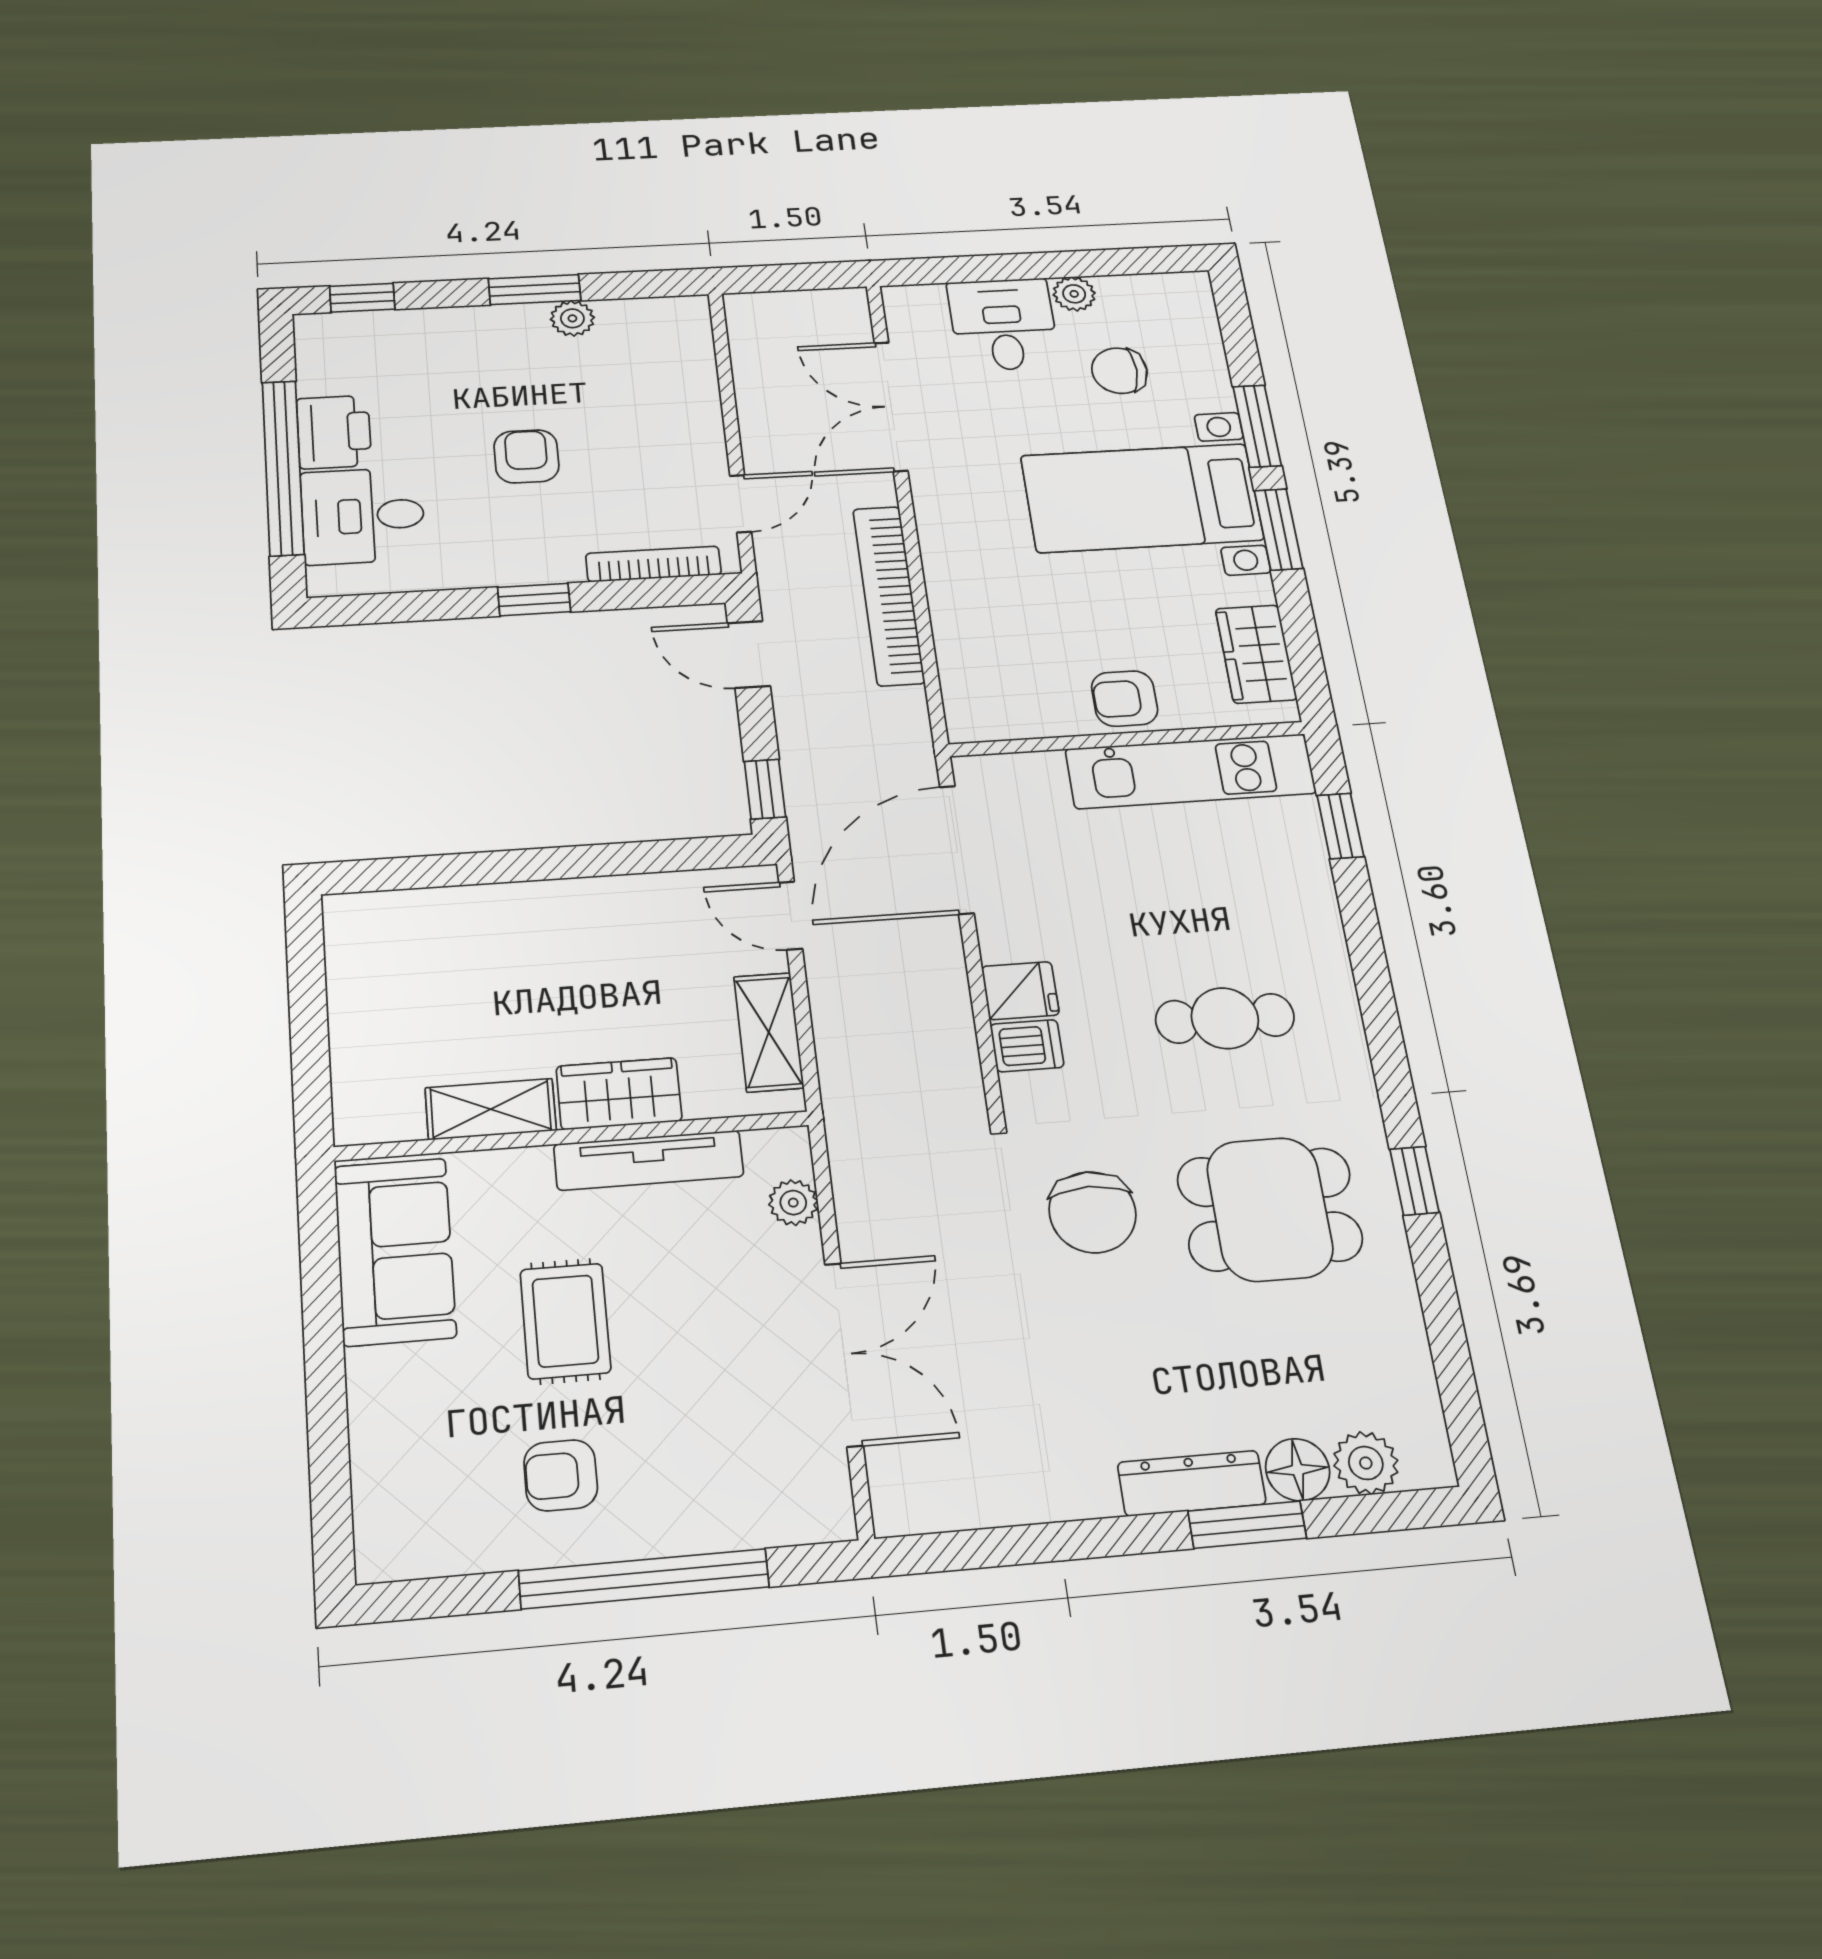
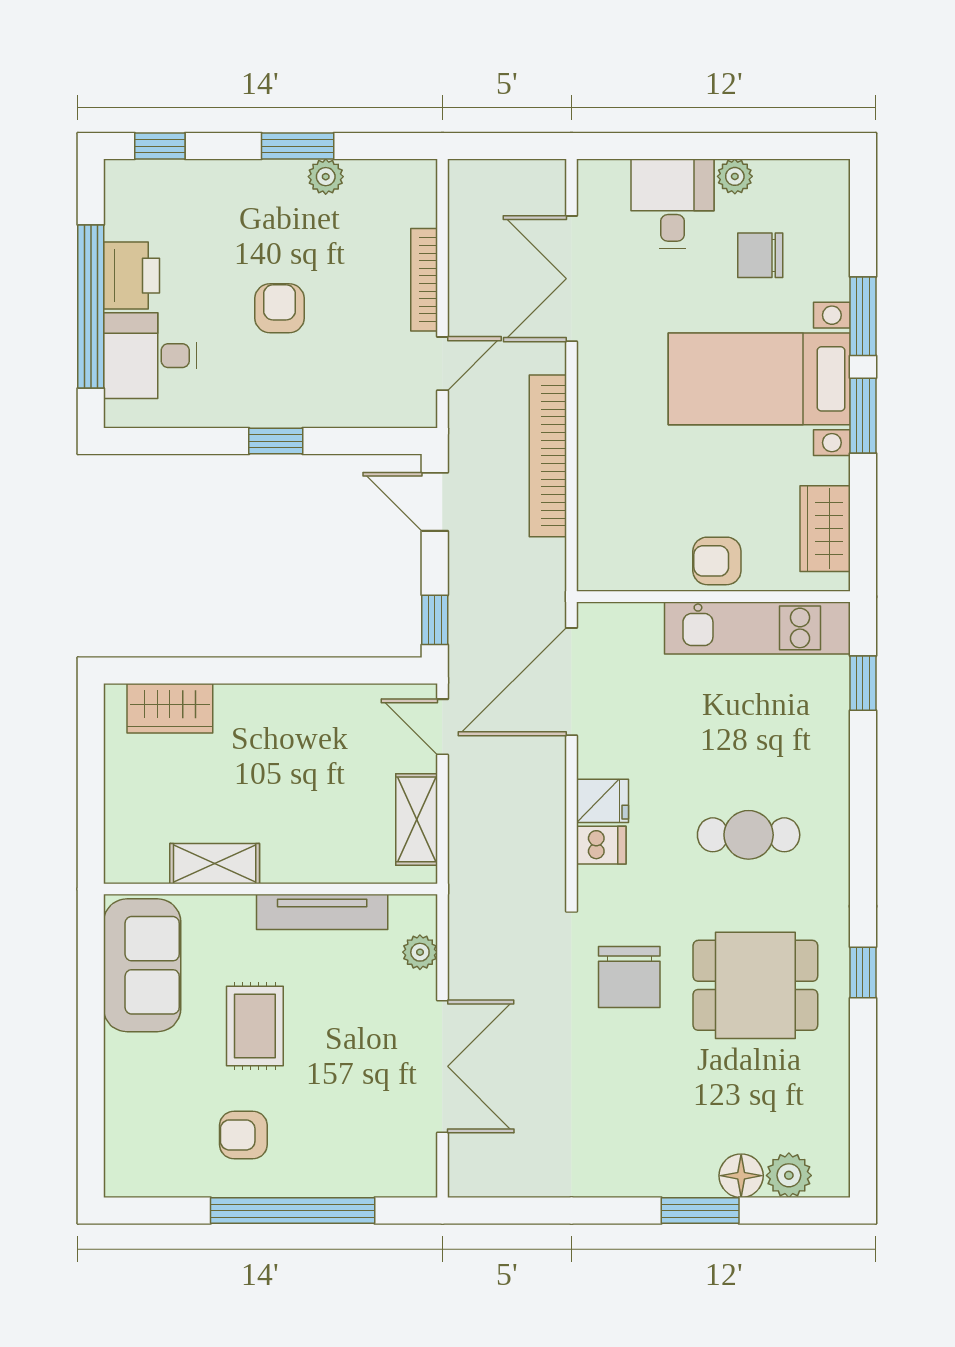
bookcase: (653, 564) -> (424, 280), moved, turned -90
wardrobe: (619, 1094) -> (170, 708), moved, turned 180
dresser: (1192, 1483) -> (667, 1179), removed

